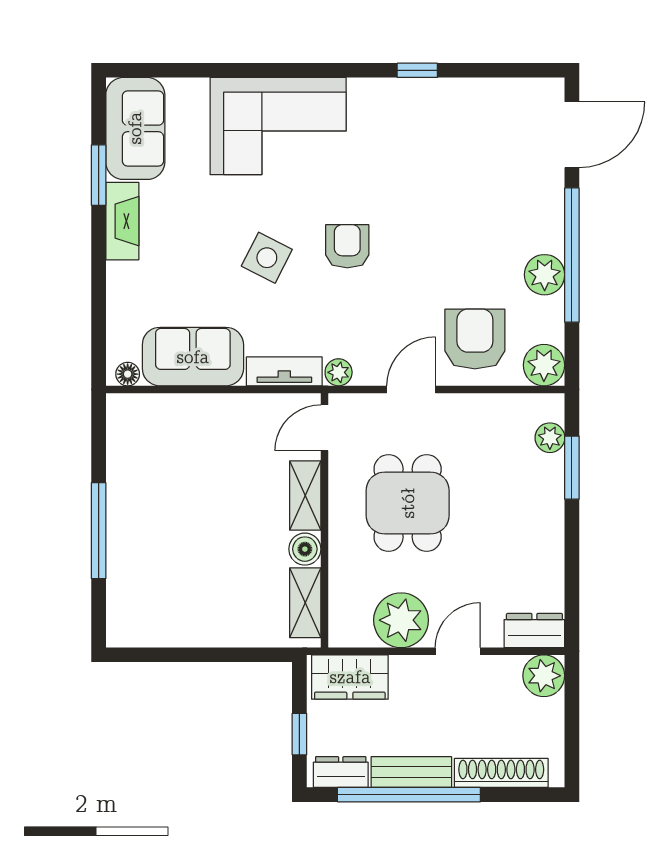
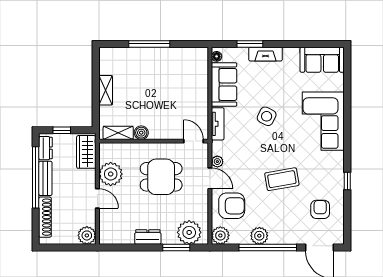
window: (99, 175) -> (250, 44), moved
fireplace: (122, 221) -> (265, 54), moved
coffee table: (413, 222) -> (282, 179), added
armchair: (347, 246) -> (320, 209), moved, turned -90
plant: (339, 372) -> (217, 162), moved
plant: (550, 438) -> (189, 232), width x1.88, depth x1.88
shelving: (305, 496) -> (106, 90), moved, turned 90
dresser: (534, 631) -> (148, 237), moved, turned -90

